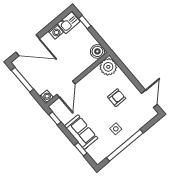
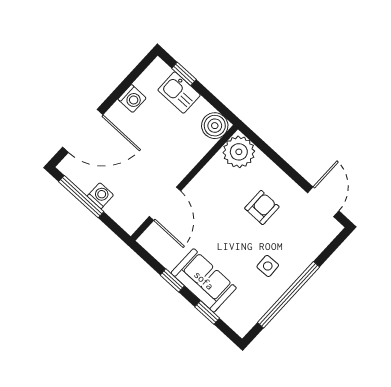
kitchen sink: (69, 23) -> (179, 93), moved, turned 90
washing machine: (46, 97) -> (100, 196), moved
window: (55, 118) -> (172, 280), moved

